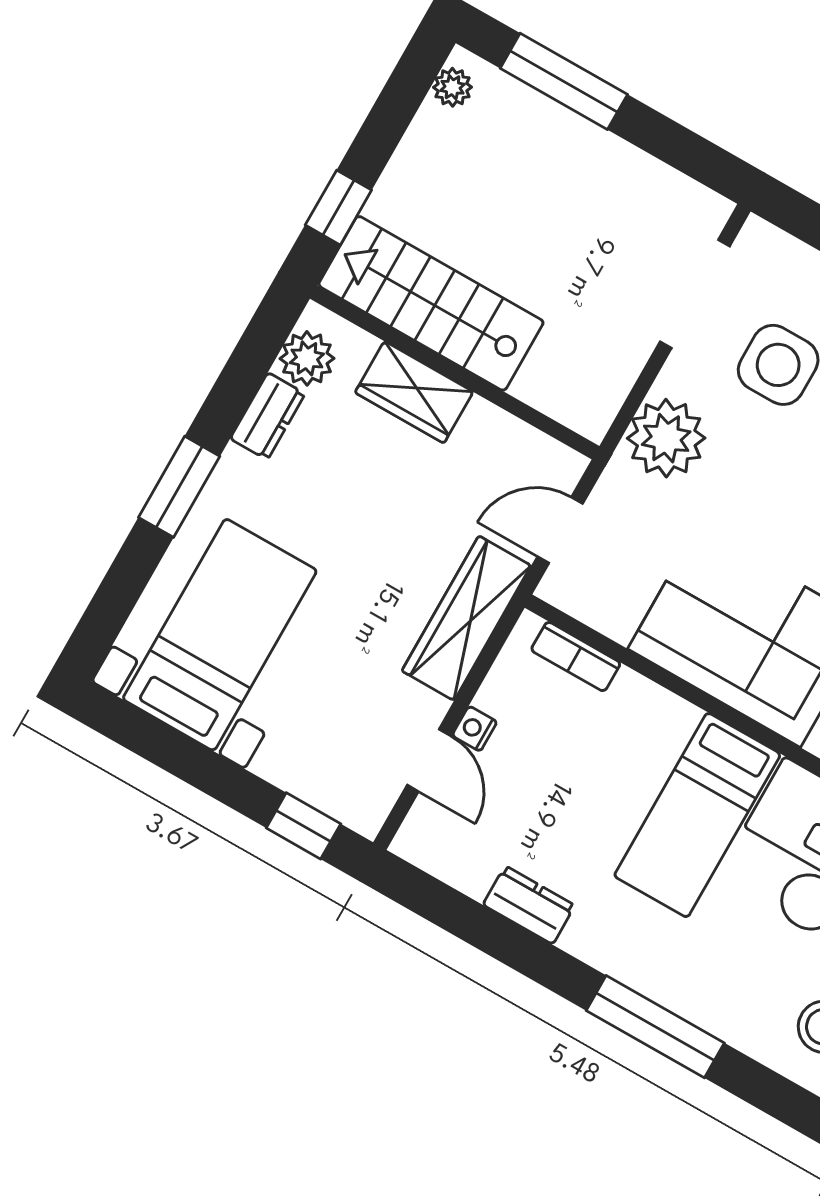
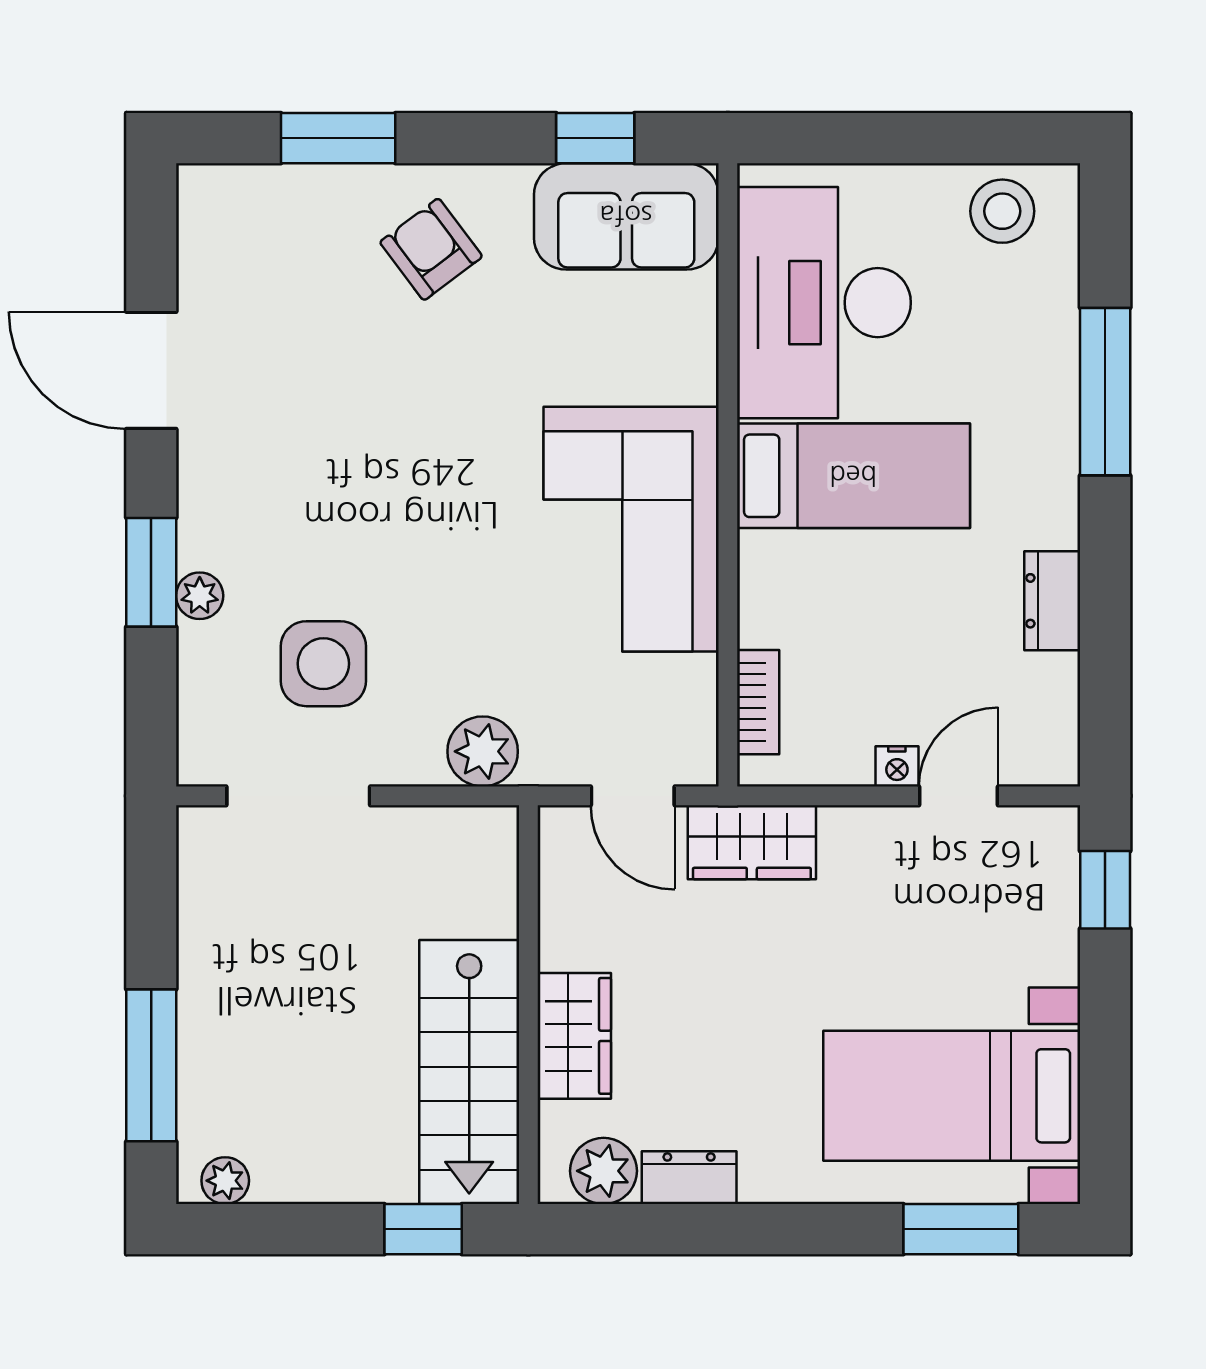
plant: (666, 438) -> (483, 751), width x0.73, depth x0.73
window: (179, 487) -> (961, 1229), moved
wardrobe: (466, 618) -> (752, 842), width x0.67

